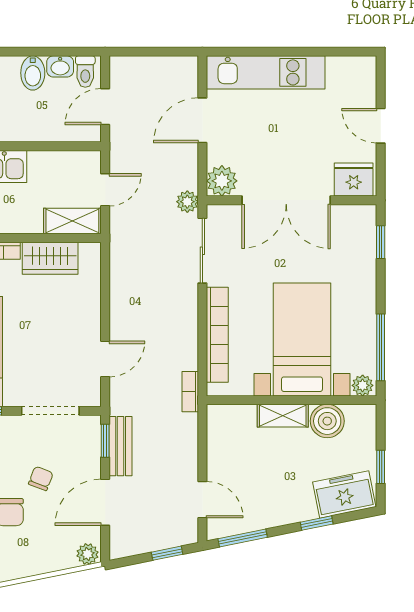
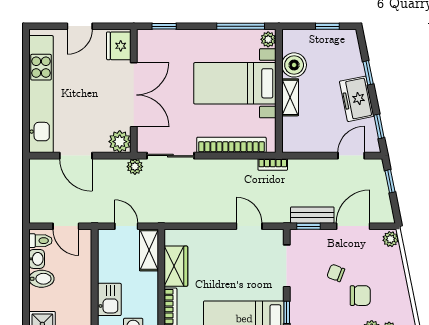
kitchen unit: (266, 72) -> (41, 94), width x1.36
freezer: (344, 494) -> (357, 99), moved
door: (105, 502) -> (353, 226), swing flipped
window: (243, 538) -> (379, 126), width x0.67

